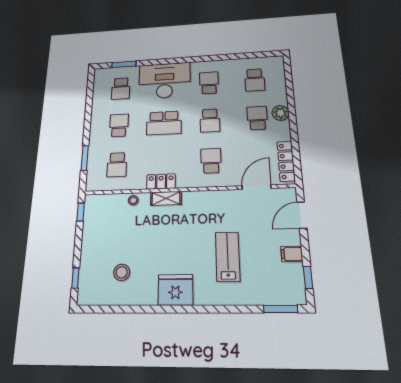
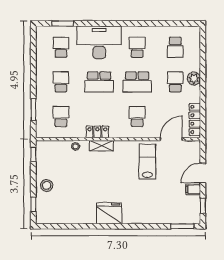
school desk: (121, 89) -> (61, 47), turned 180
school desk: (210, 121) -> (137, 82), width x1.85
school desk: (117, 165) -> (61, 116), turned 180
door: (302, 215) -> (203, 173), moved
lab bench: (228, 257) -> (147, 161), moved
stool: (122, 272) -> (47, 185), moved

